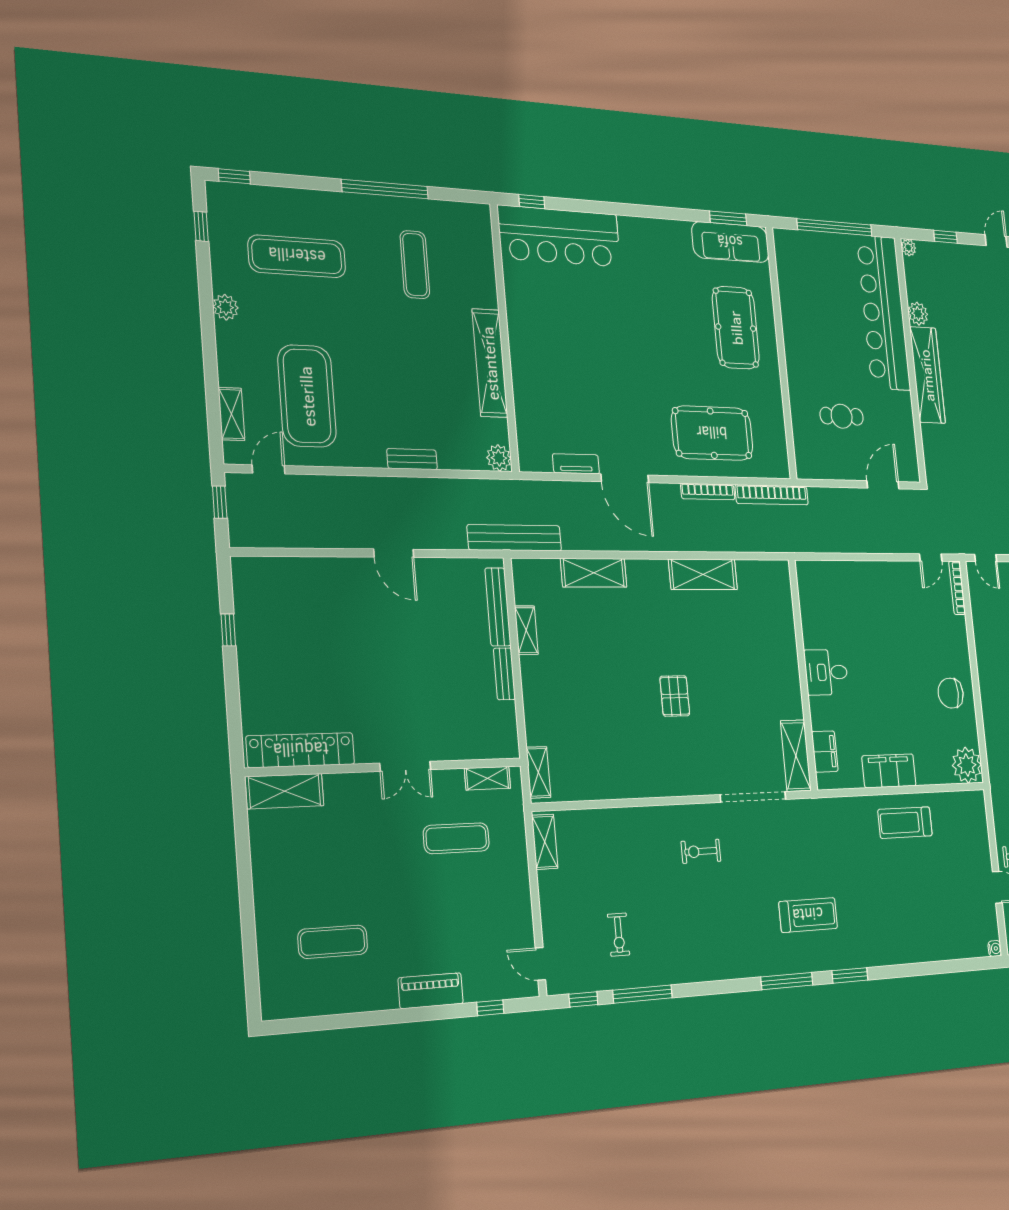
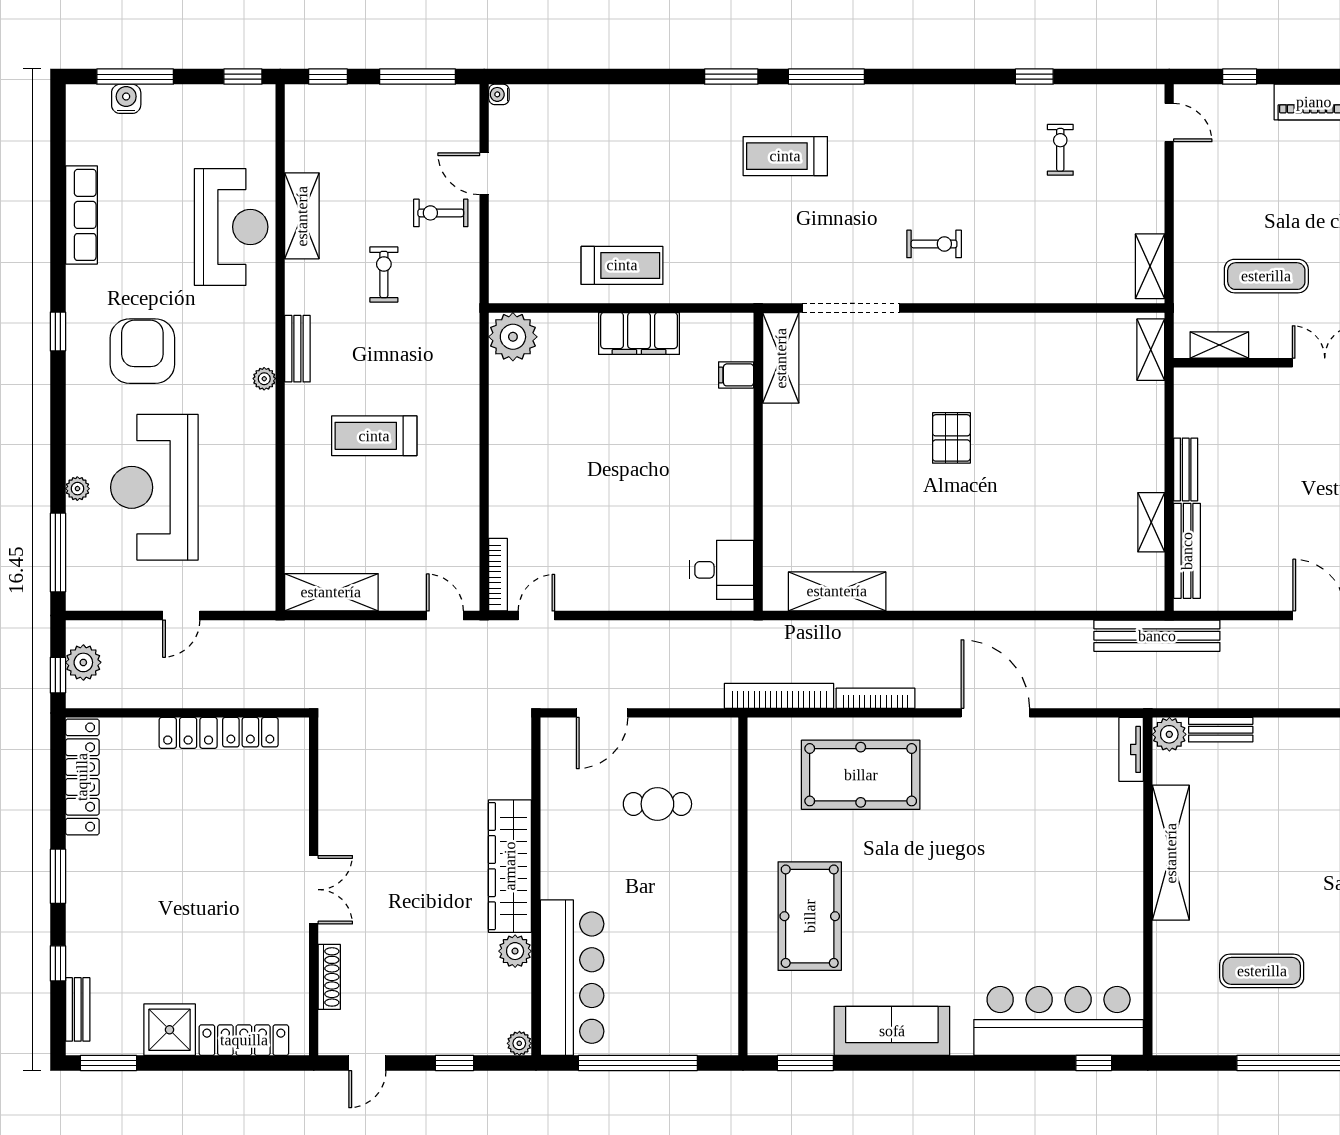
sofa: (730, 242) -> (892, 1031), moved
exercise mat: (415, 265) -> (1262, 971), turned 90
bar counter: (883, 313) -> (572, 978), width x0.73
bench: (412, 459) -> (1221, 730), moved
tv unit: (576, 464) -> (1131, 749), moved, turned 90
shelving: (594, 573) -> (1051, 593), removed
shelving: (703, 574) -> (837, 591), moved
desk: (826, 672) -> (722, 570), moved
chair: (951, 693) -> (527, 433), removed
filing cabinet: (825, 751) -> (736, 375), width x0.50
window: (643, 994) -> (1034, 77), width x0.46
window: (583, 999) -> (1116, 77), removed

